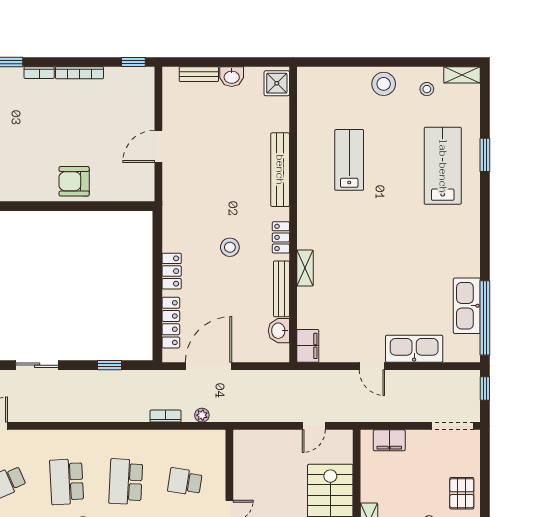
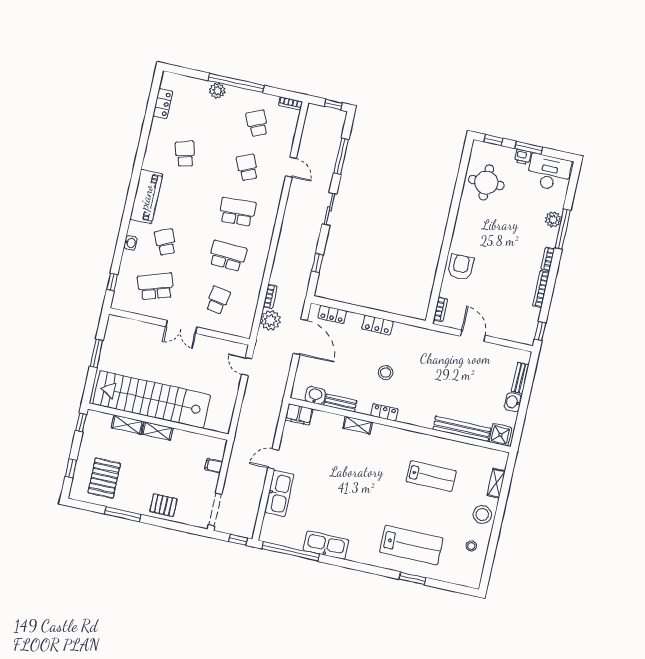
shelving: (462, 75) -> (496, 483), moved
bench: (280, 170) -> (462, 429), moved
bookcase: (134, 195) -> (440, 309), added
bench: (281, 289) -> (340, 403), width x0.73
kitchen sink: (467, 306) -> (326, 545), moved
locker: (171, 323) -> (332, 314), width x0.66
plant: (202, 415) -> (270, 320), width x1.88, depth x1.88
door: (314, 426) -> (247, 367), moved
filing cabinet: (389, 440) -> (214, 466), width x0.50

